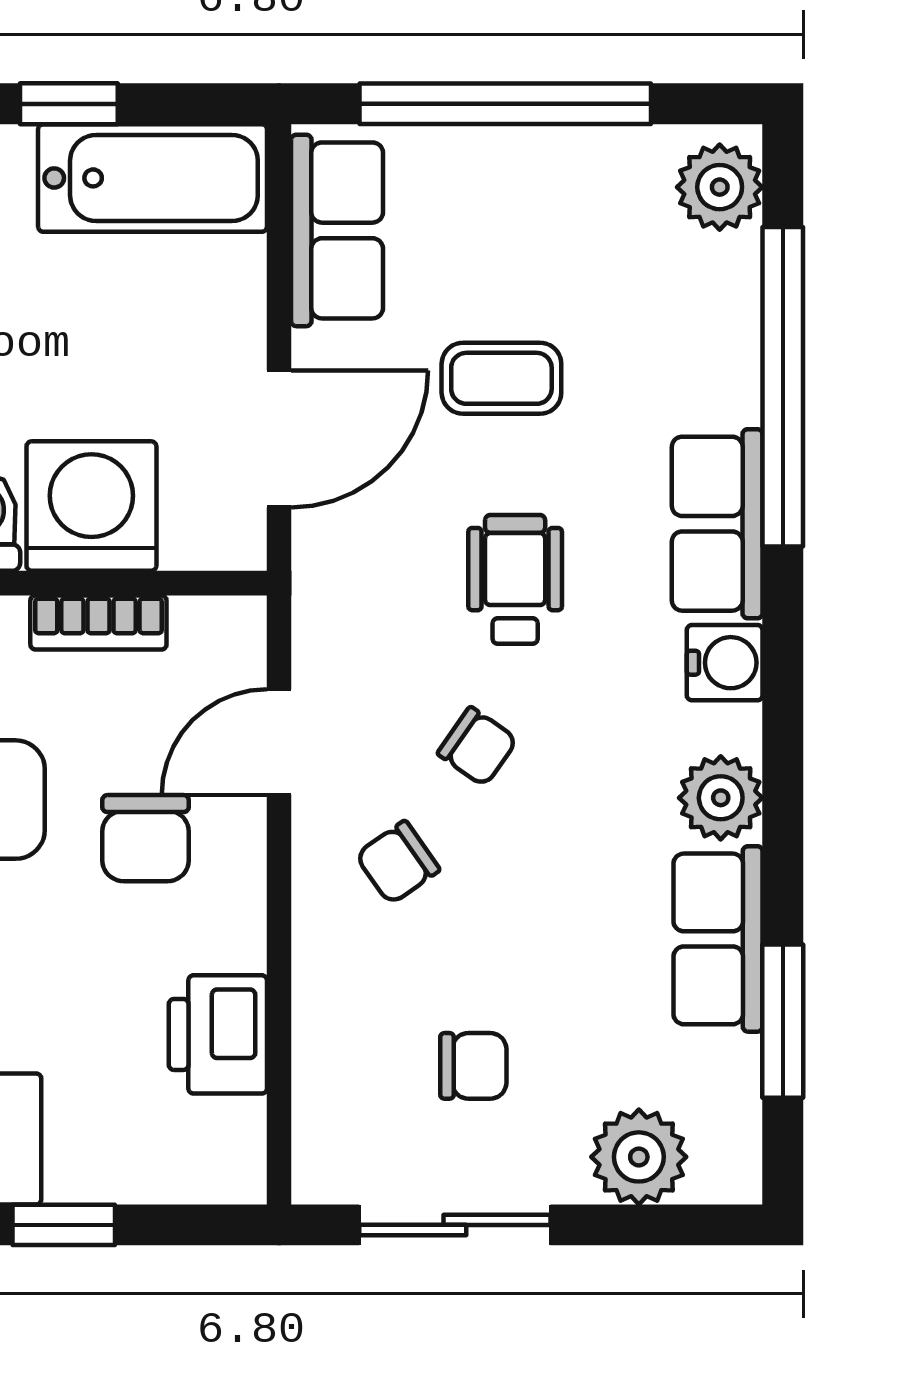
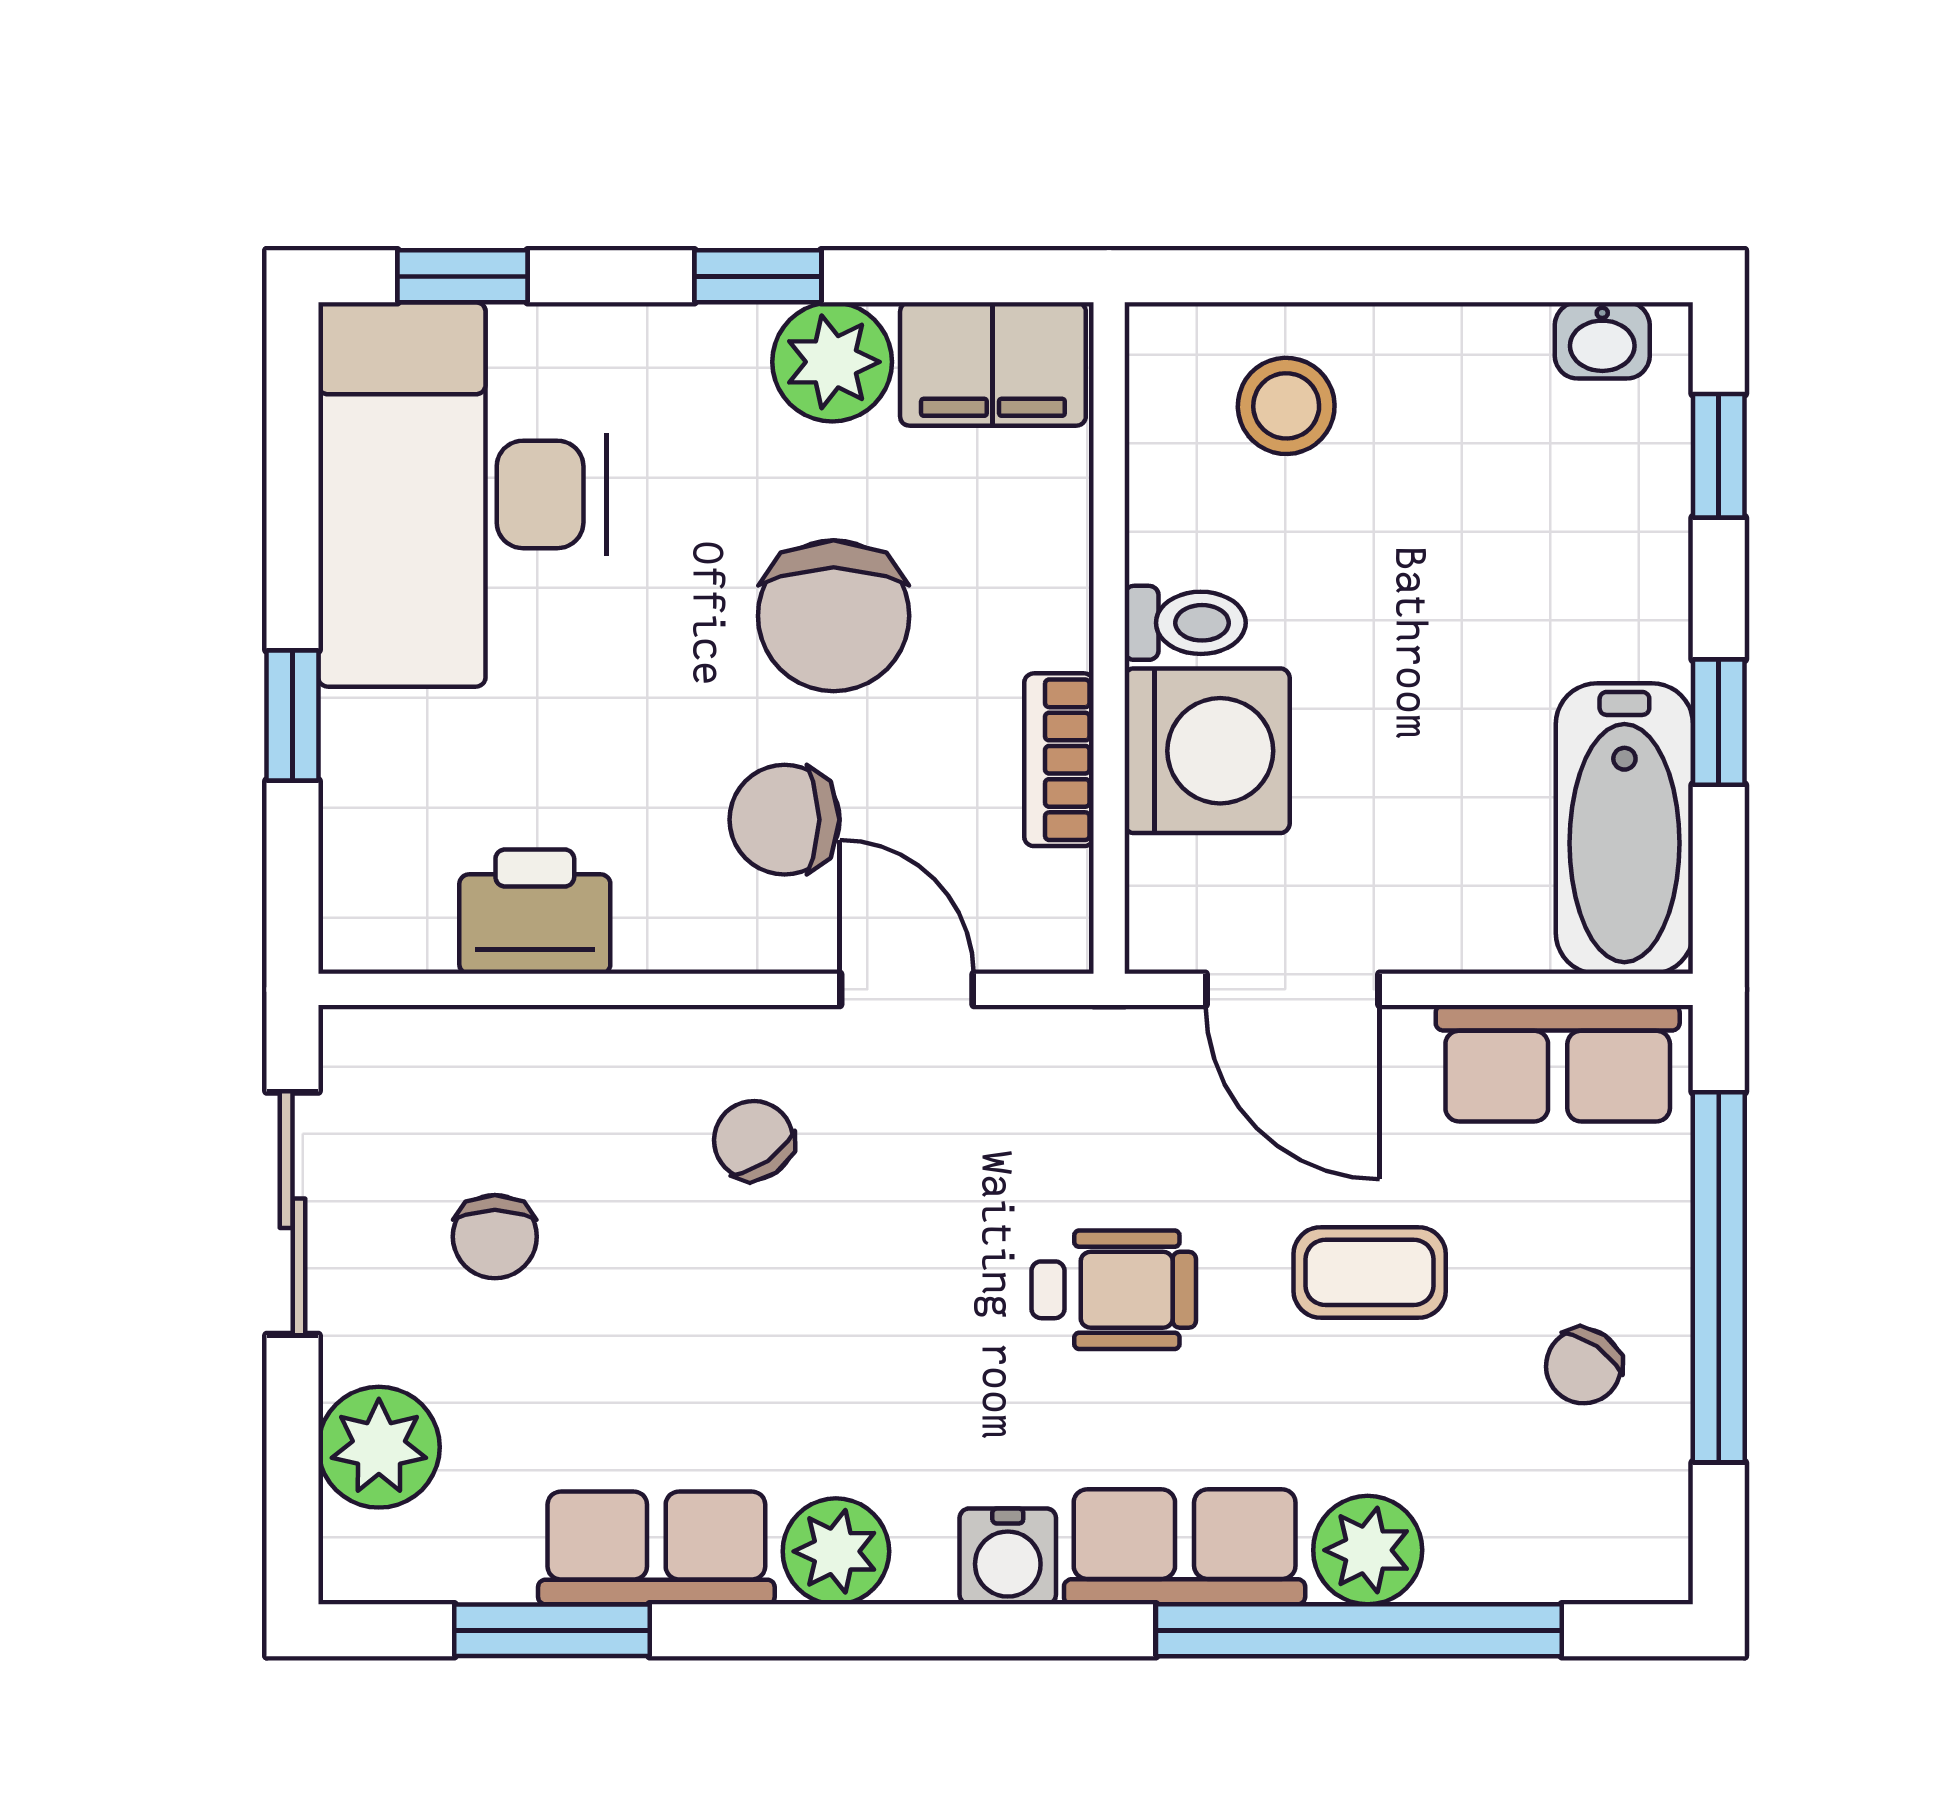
plant: (720, 187) -> (1368, 1550), moved
coffee table: (501, 378) -> (1370, 1272), turned 90
chair: (477, 747) -> (1584, 1366), moved

